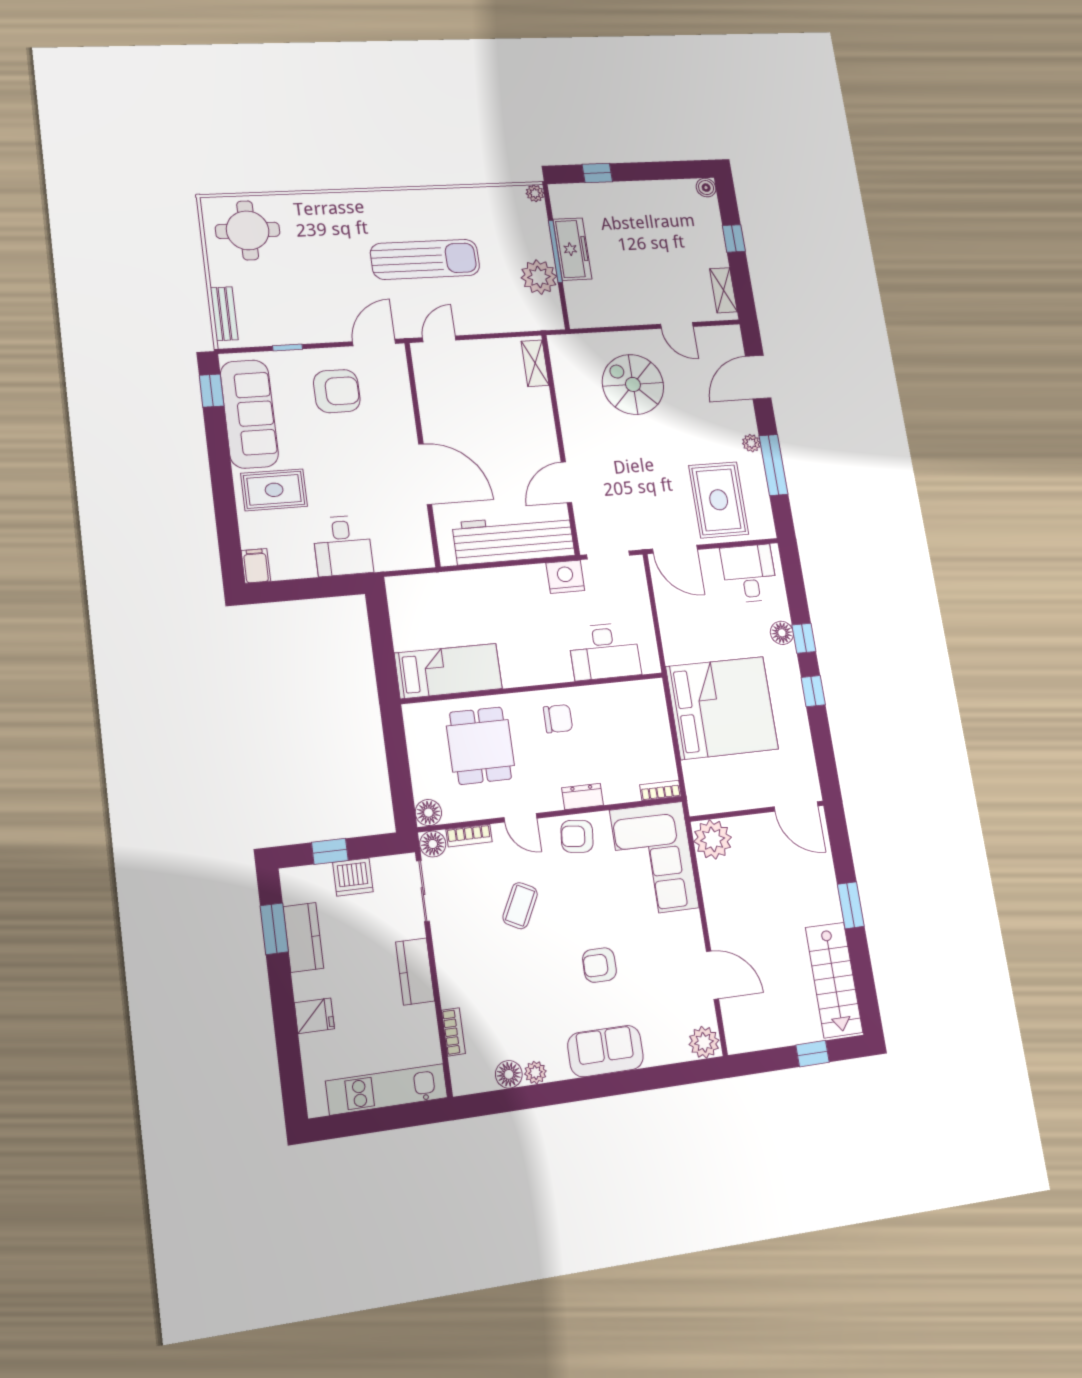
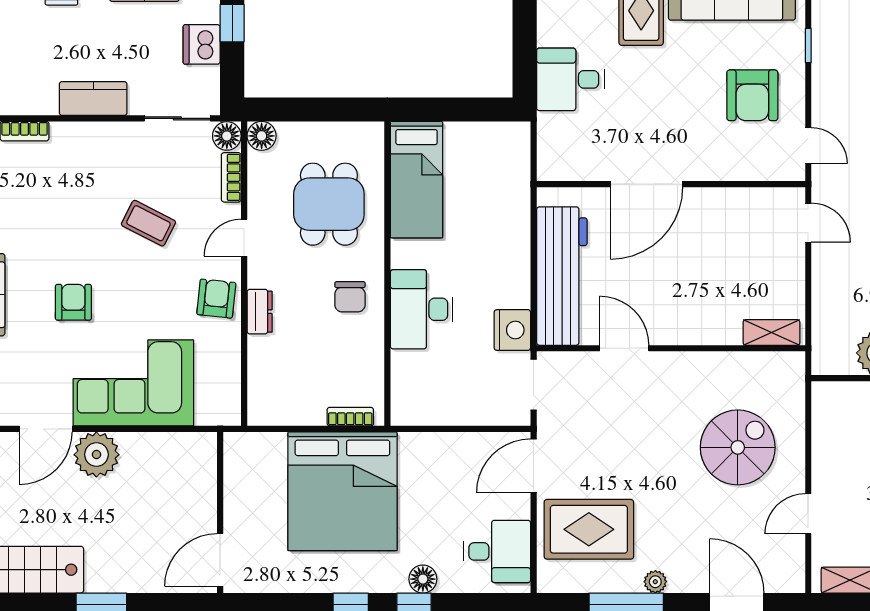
door: (374, 343) -> (808, 146), width x0.73
desk: (605, 651) -> (421, 309), moved
dining table: (481, 746) -> (329, 204), turned 90
bookcase: (660, 790) -> (350, 417), moved, turned -90
plant: (713, 839) -> (96, 455), moved
corner sofa: (654, 859) -> (133, 383), moved

